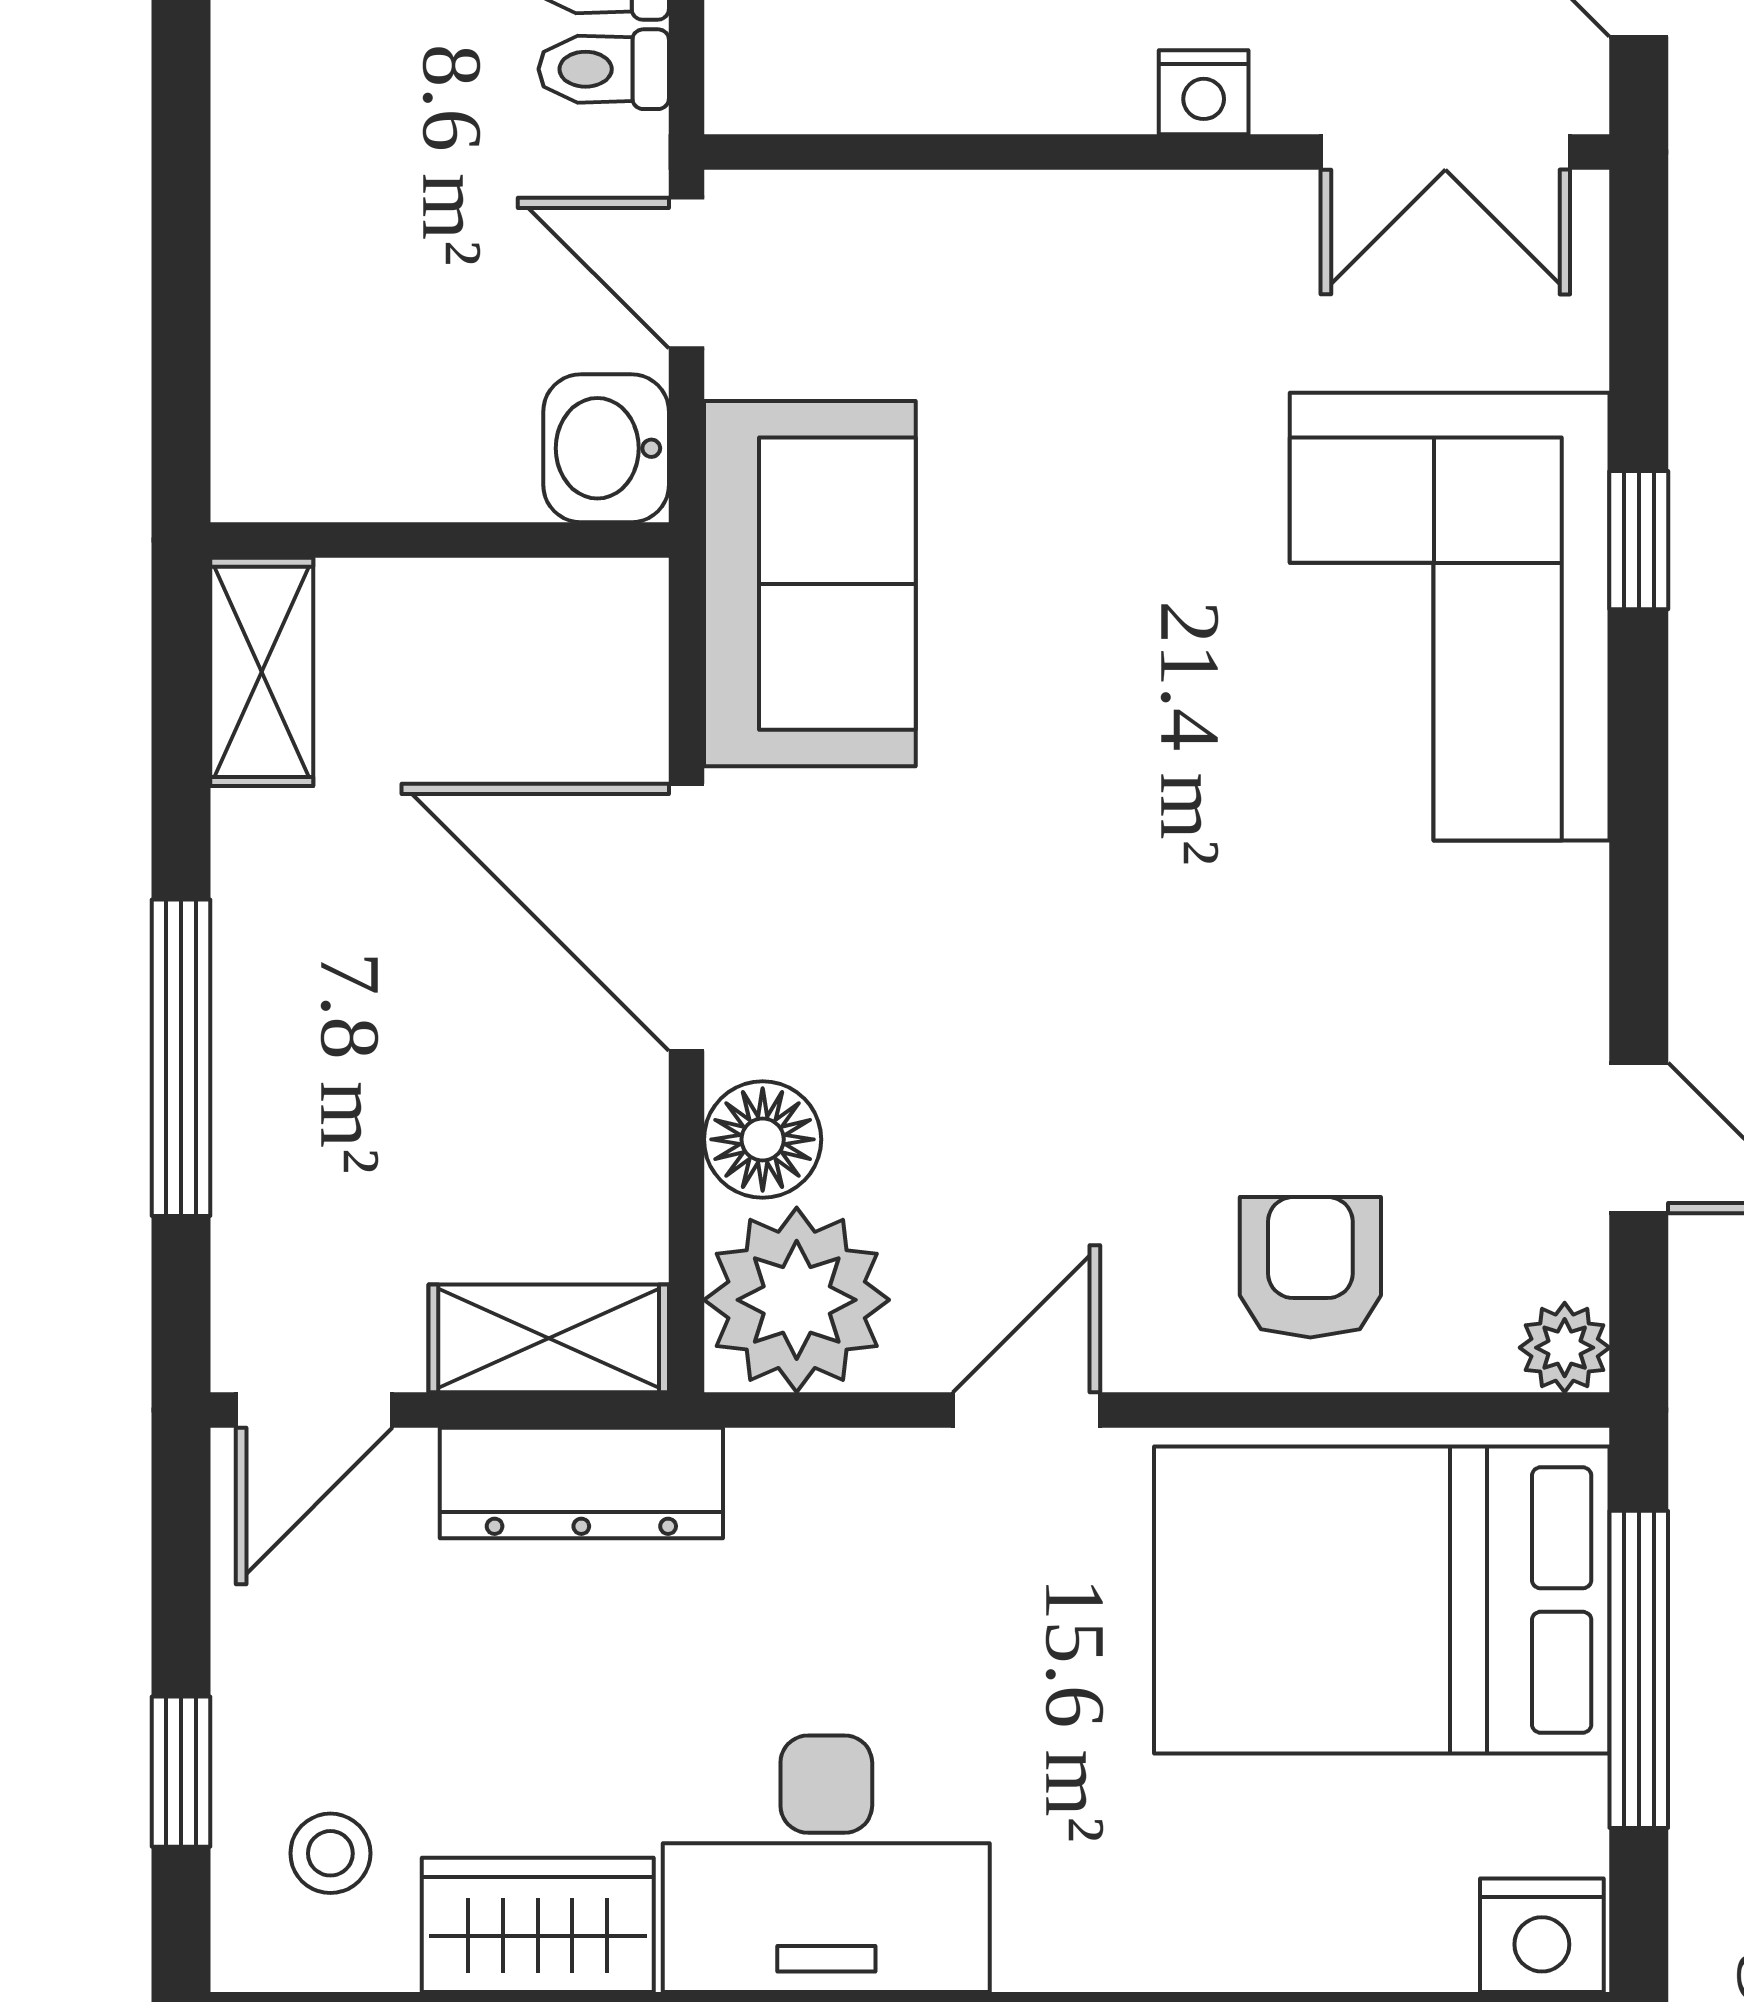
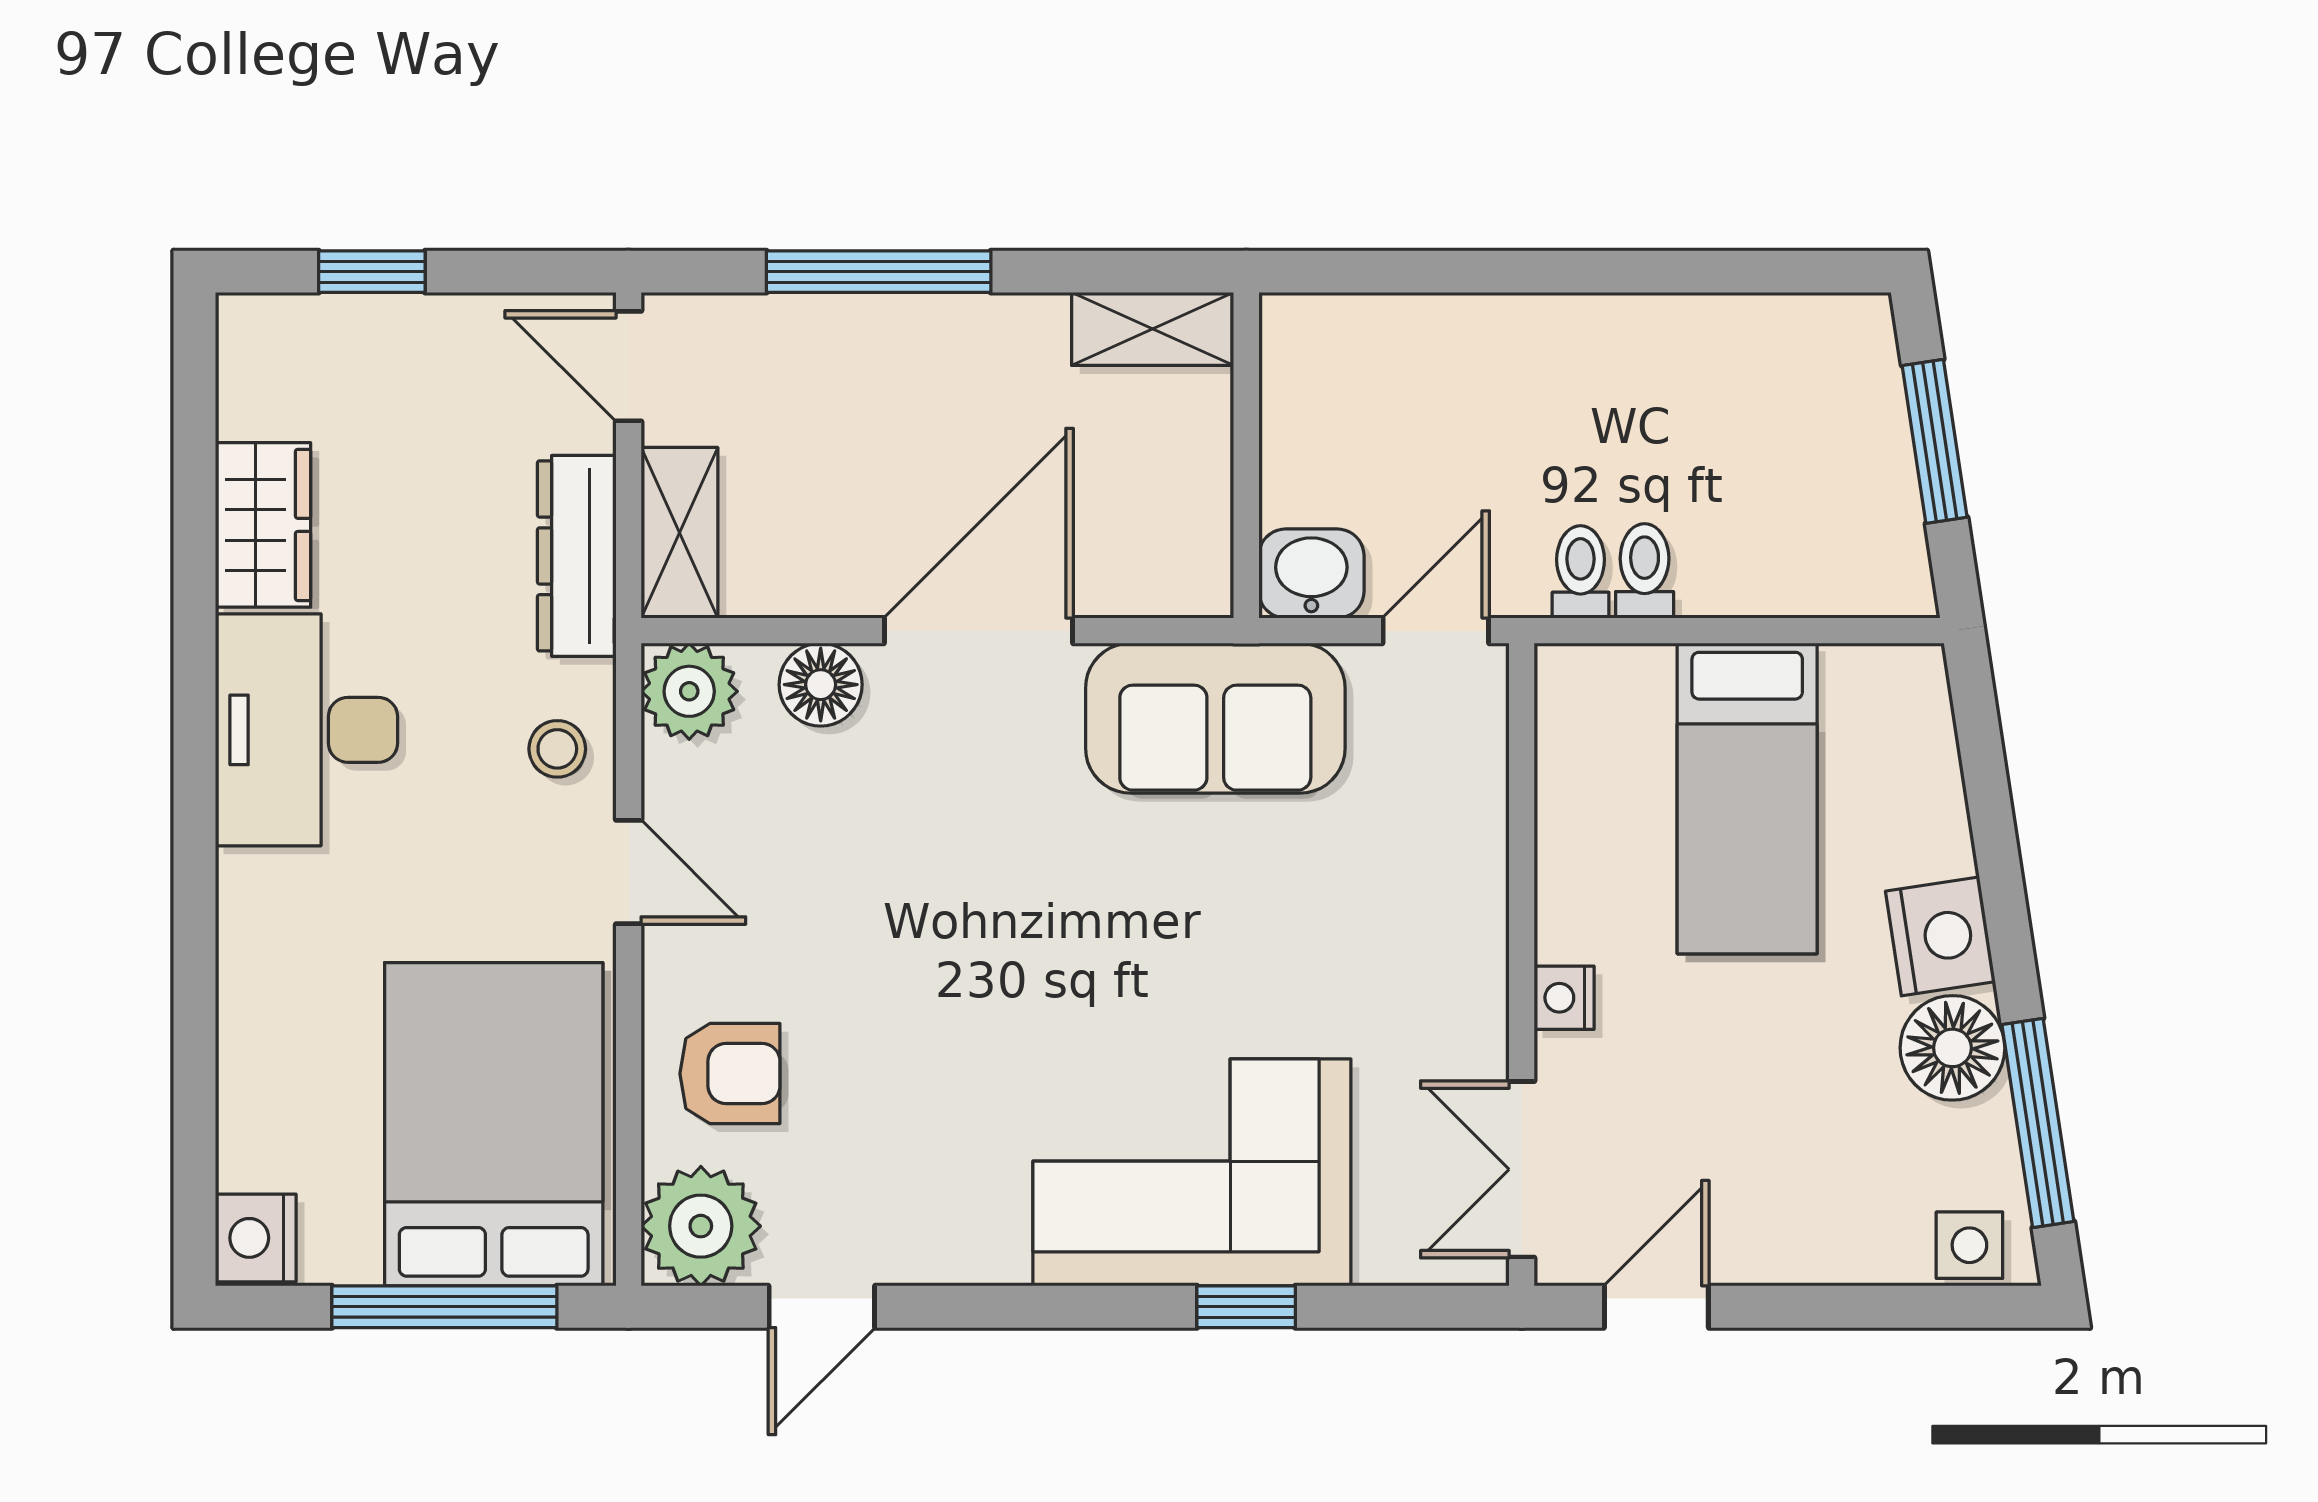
plant: (797, 1300) -> (689, 691), width x0.73, depth x0.73
plant: (1565, 1348) -> (701, 1226), width x1.88, depth x1.88
stool: (330, 1853) -> (557, 749), moved

